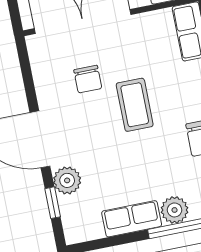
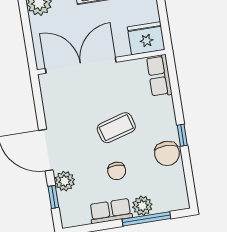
chair: (88, 79) -> (117, 171), moved
coffee table: (135, 105) -> (116, 128), turned 74

